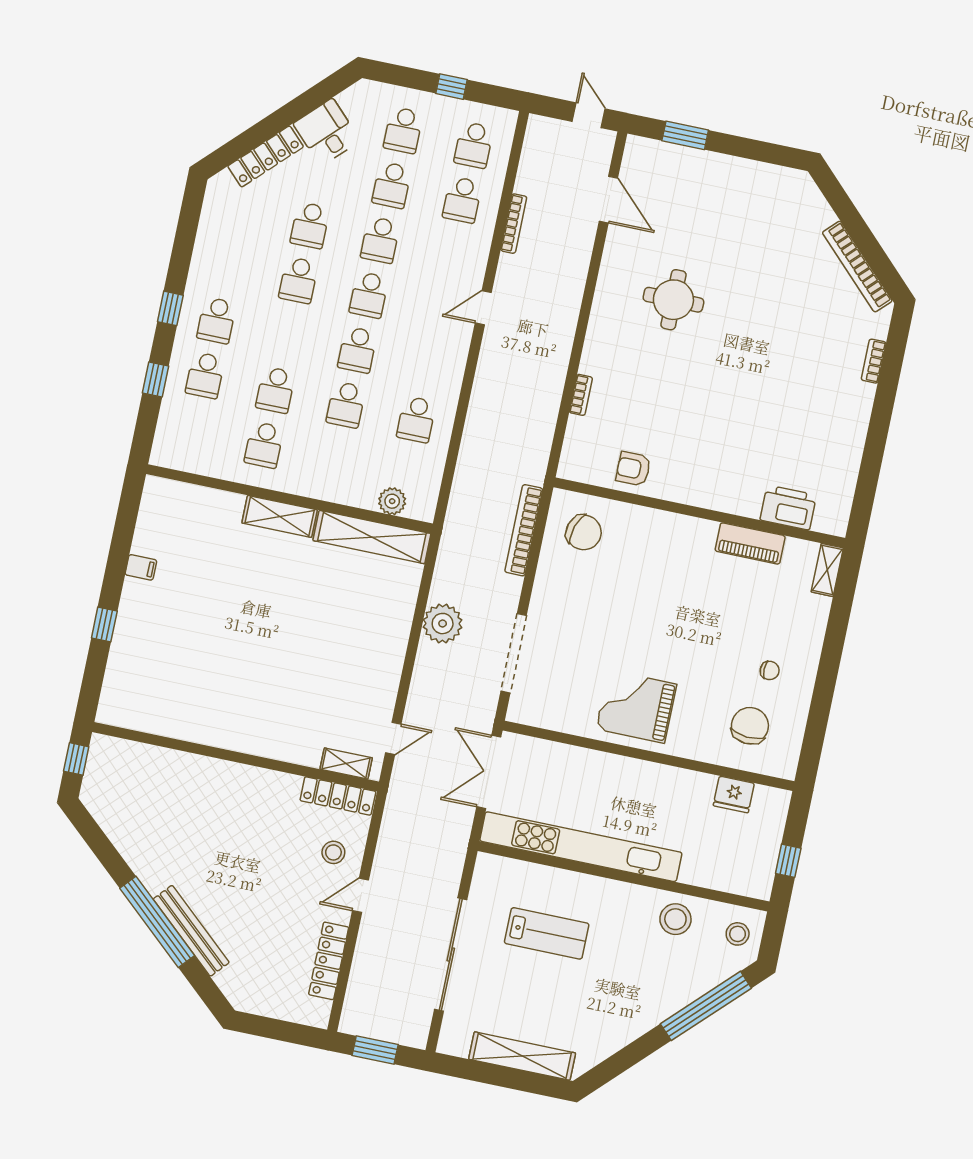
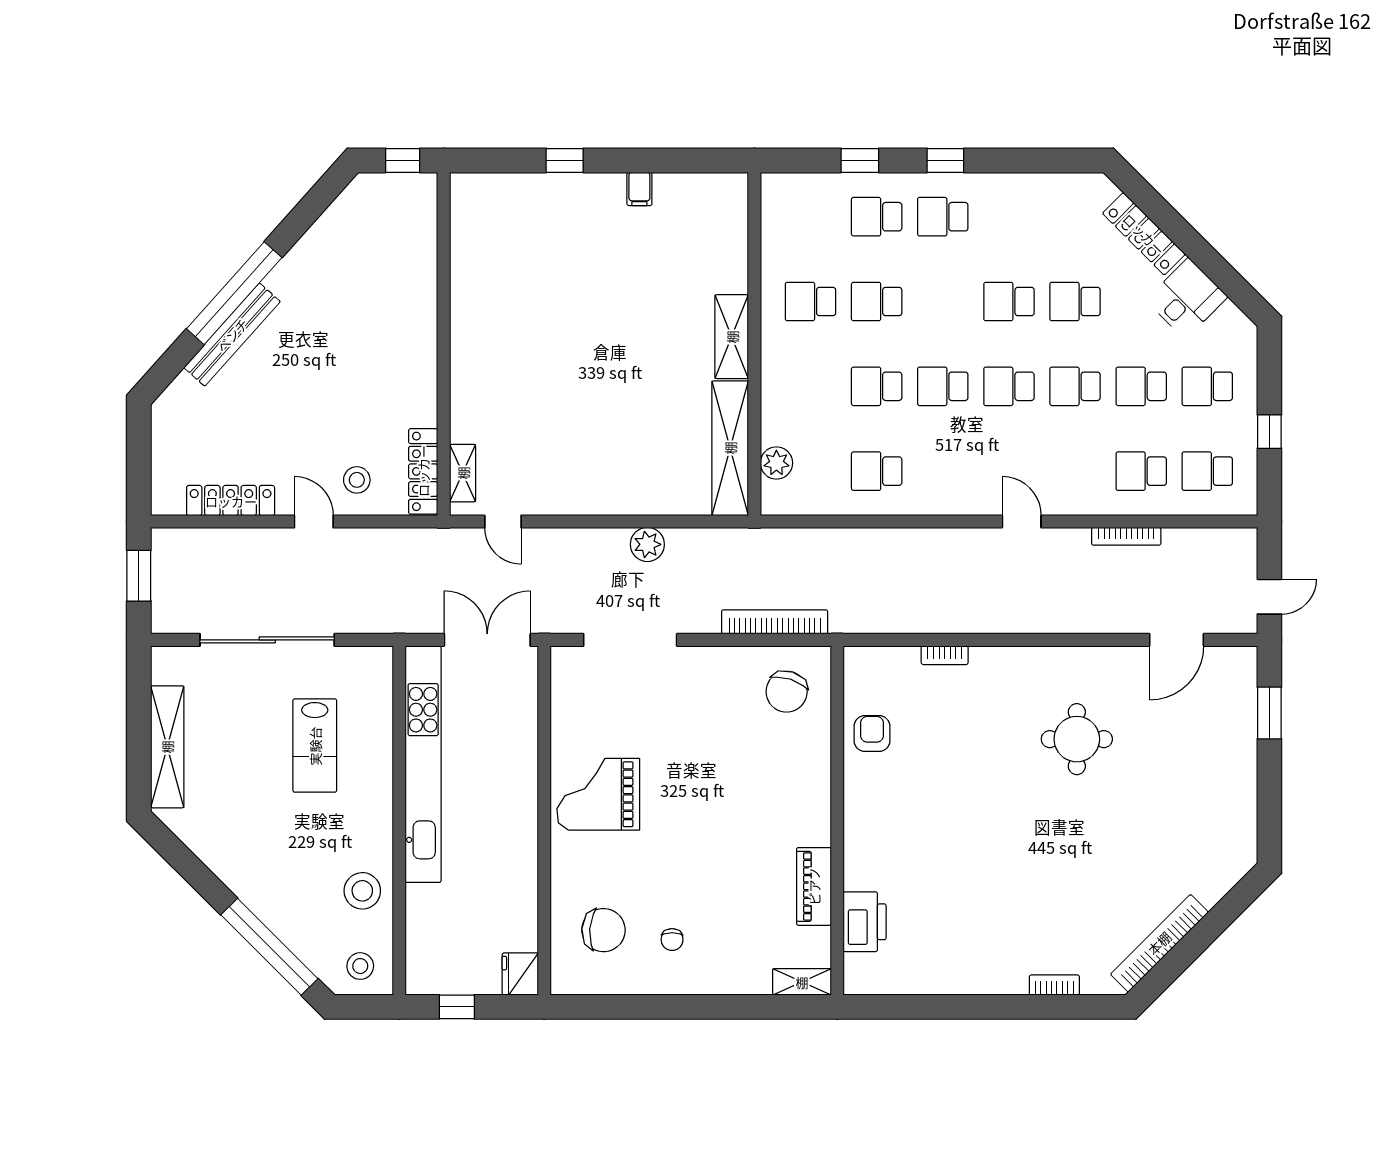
plant: (443, 624) -> (647, 544), width x0.73, depth x0.73
grand piano: (636, 707) -> (598, 794), turned -90
fridge: (734, 794) -> (520, 974), moved

